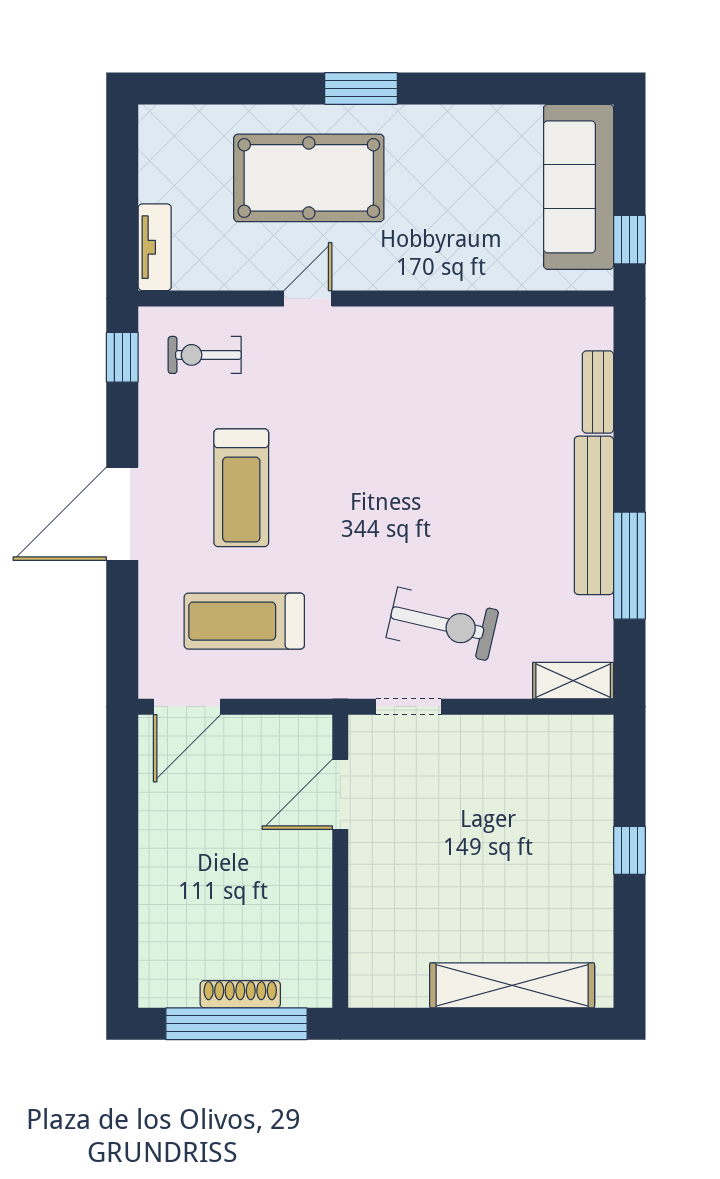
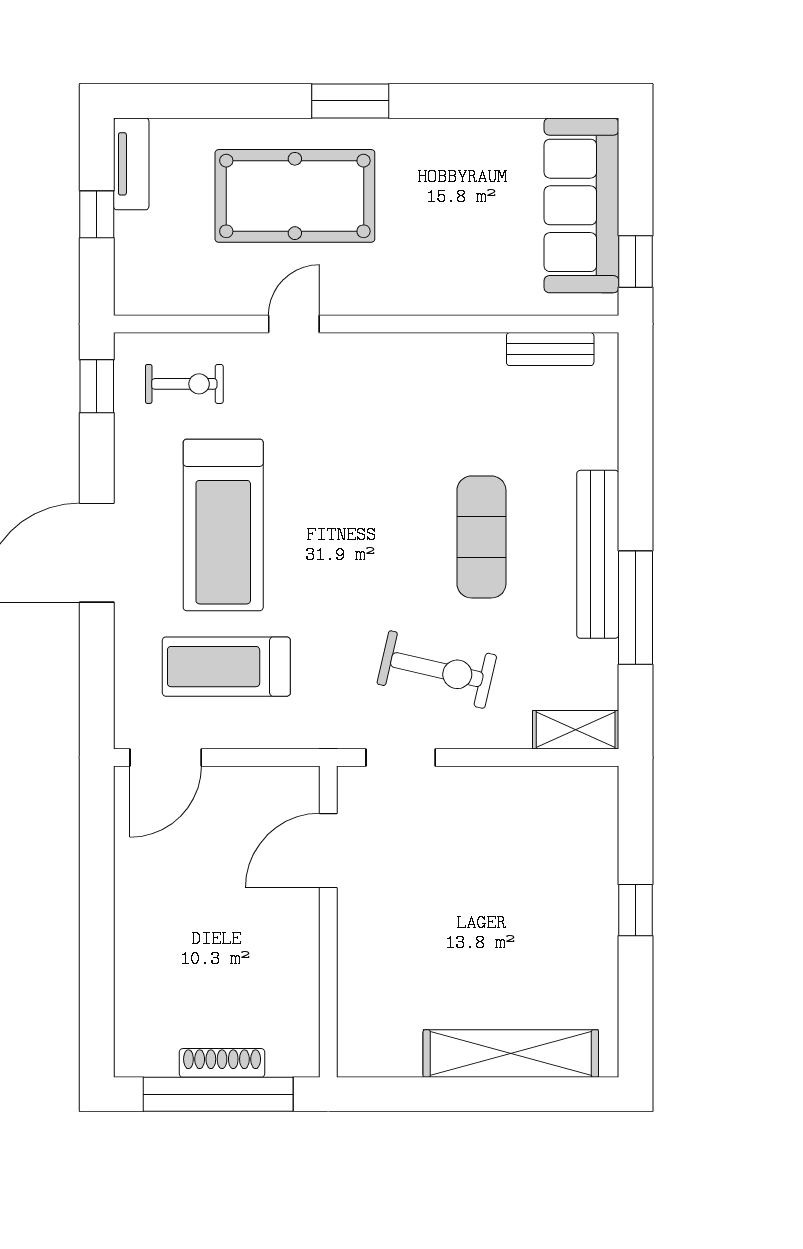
window: (122, 195) -> (97, 214), added
tv unit: (155, 247) -> (131, 164), moved
exercise bike: (205, 355) -> (184, 384), turned 180
bench: (598, 392) -> (550, 349), moved, turned 90
treadmill: (241, 488) -> (223, 525), width x1.37, depth x1.37
exercise mat: (484, 499) -> (481, 537), added

